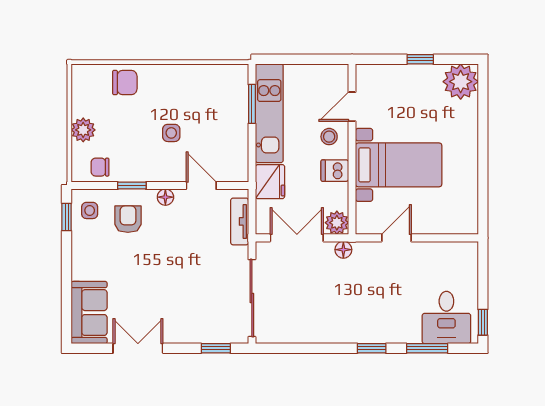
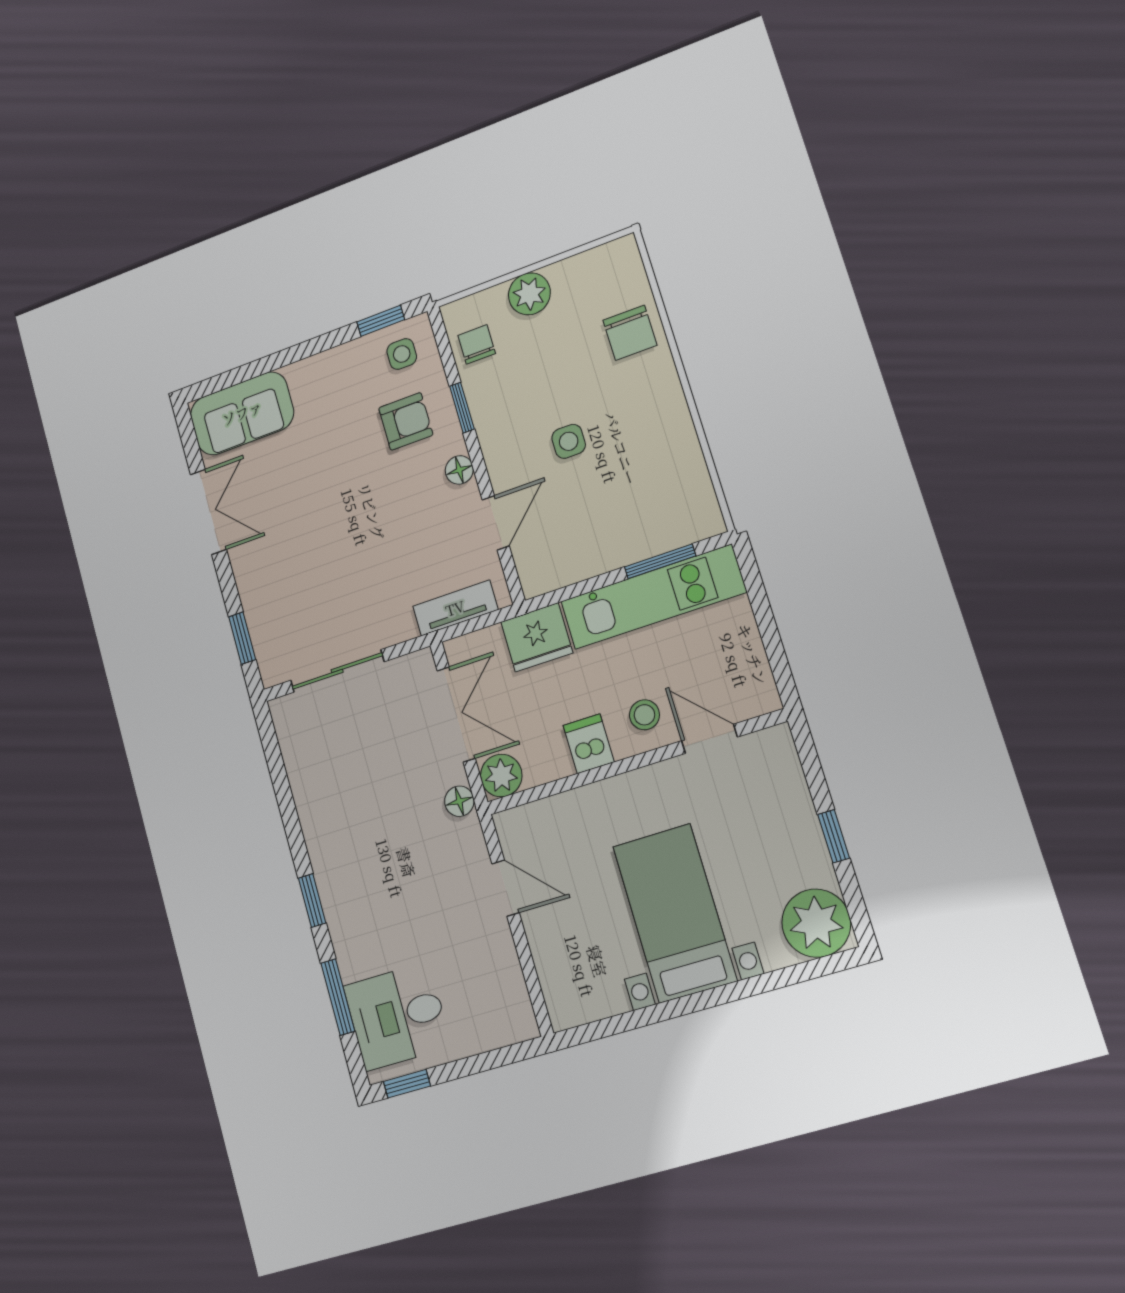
bed with nightstands: (399, 165) -> (675, 913), moved, turned 180
sliding door: (252, 298) -> (337, 671), width x0.73

